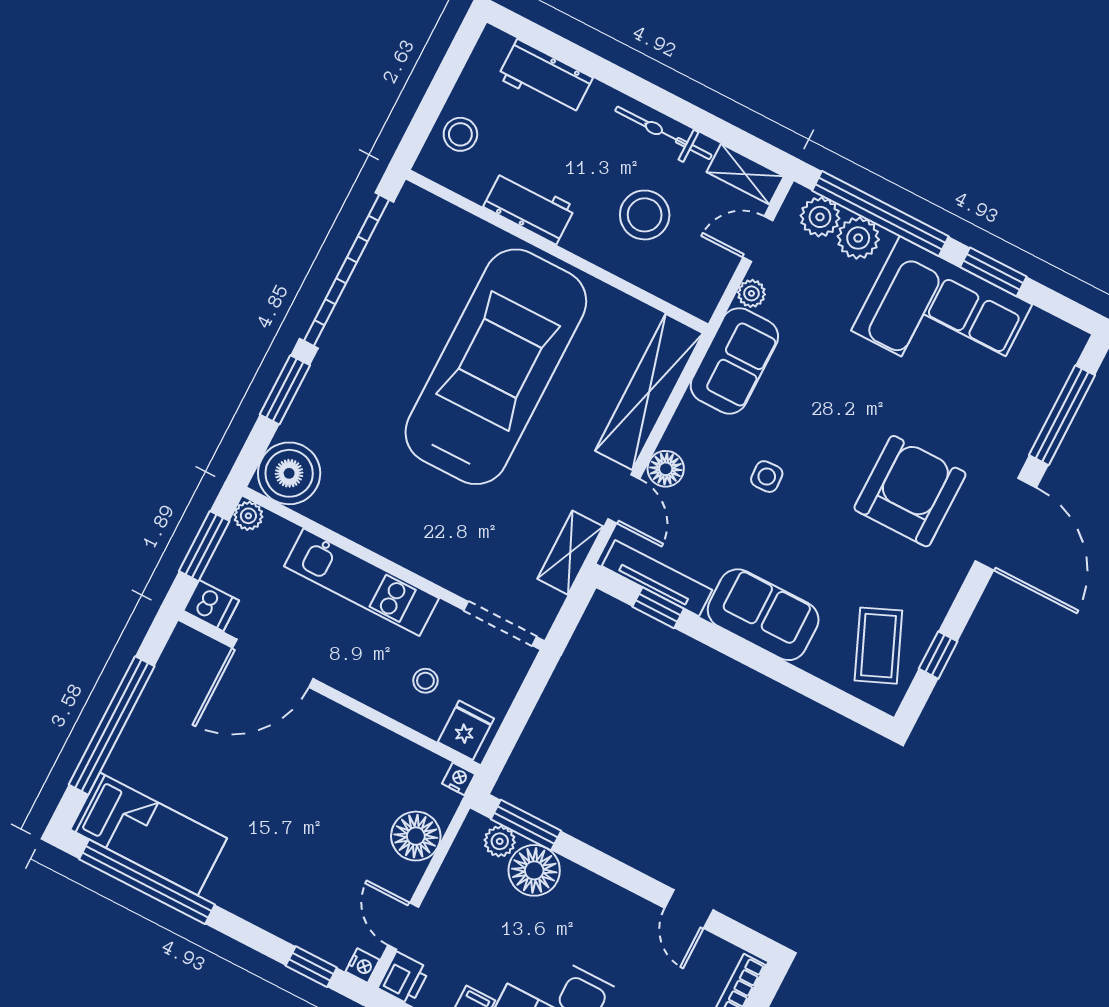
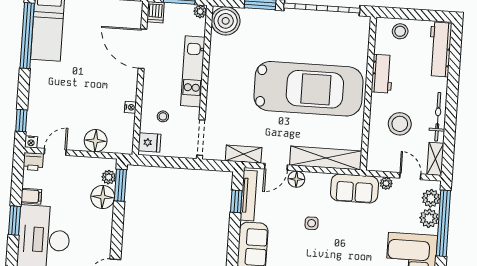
workbench: (545, 78) -> (440, 49), width x1.38
nightstand: (459, 779) -> (130, 107), moved

